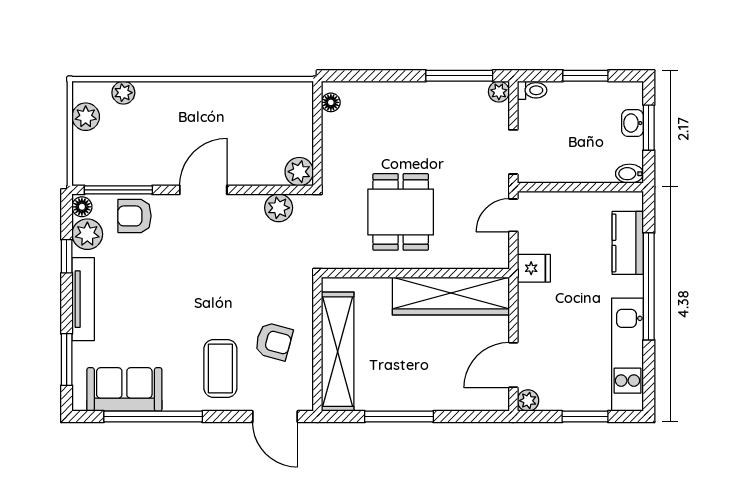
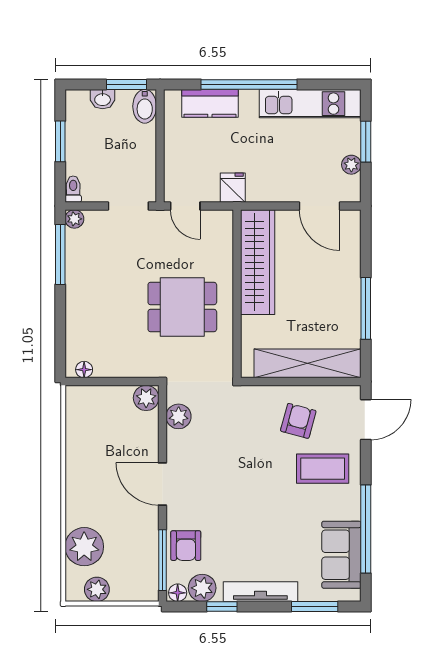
plant: (123, 93) -> (84, 547), width x1.87, depth x1.87
window: (649, 128) -> (126, 85), moved
bidet: (629, 174) -> (145, 106), width x1.38, depth x1.36
plant: (528, 401) -> (351, 165), moved

